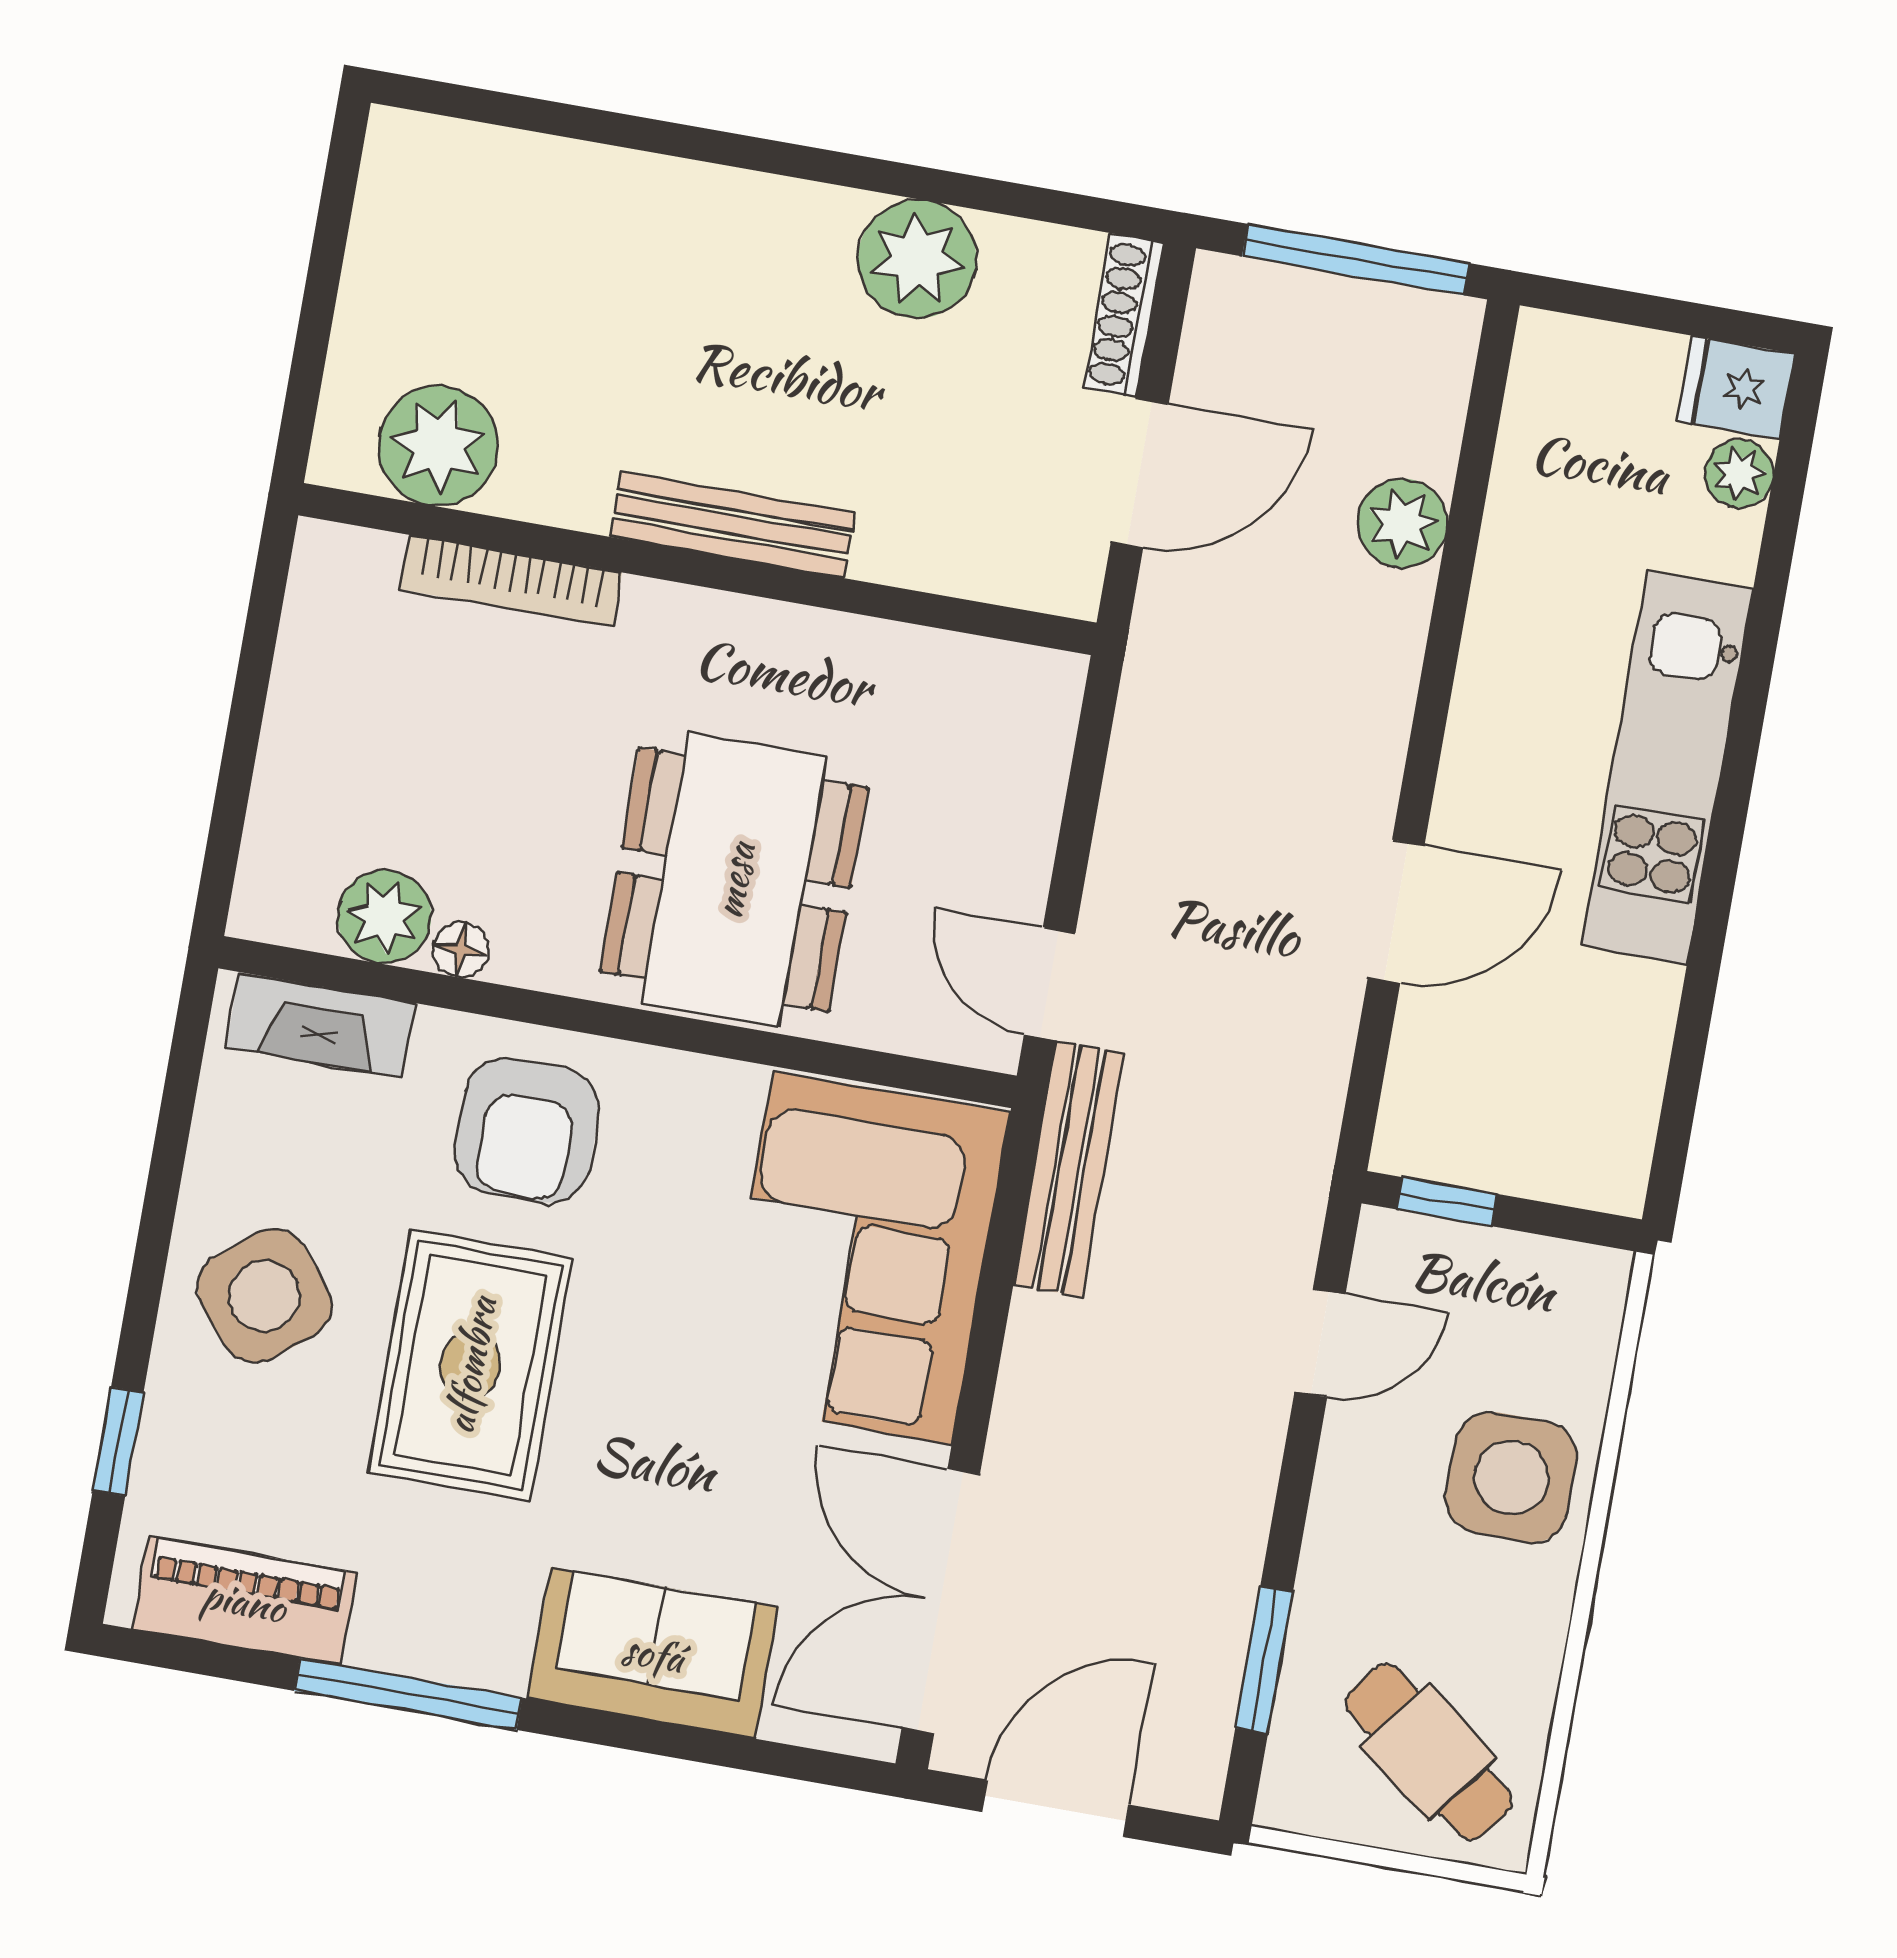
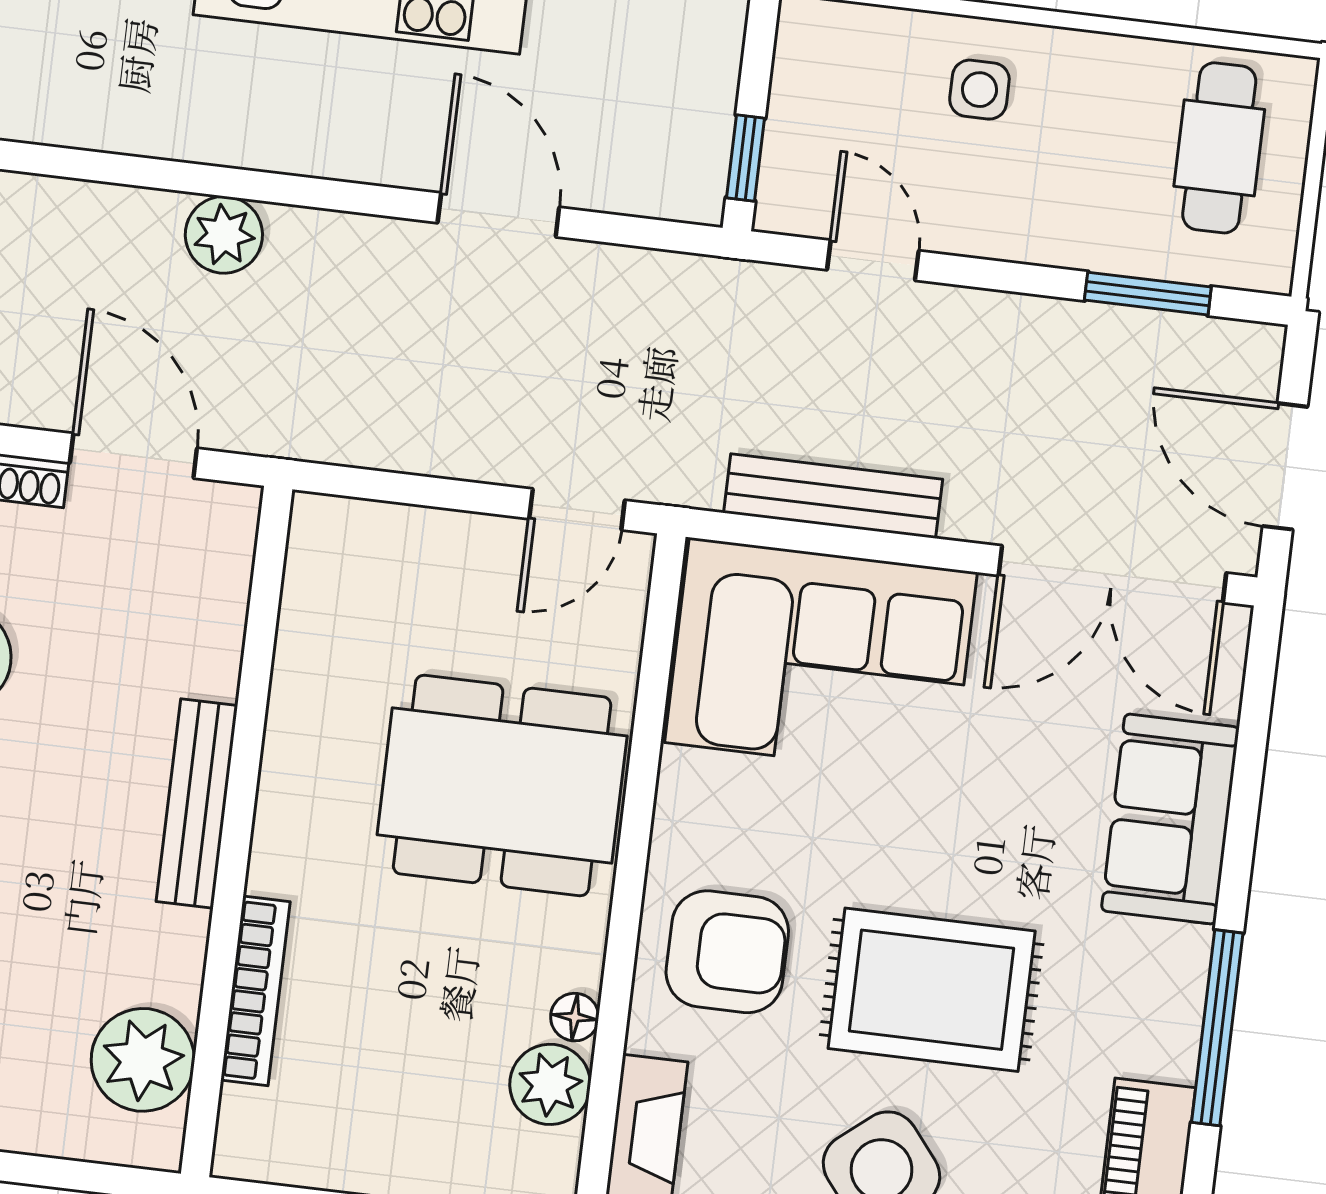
plant: (1402, 523) -> (224, 235), moved
bench: (1069, 1169) -> (833, 496), moved
side table: (1511, 1477) -> (979, 90), width x0.54, depth x0.54
cafe table: (1429, 1752) -> (1219, 148), turned -38

